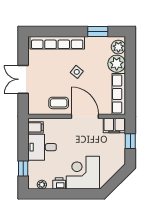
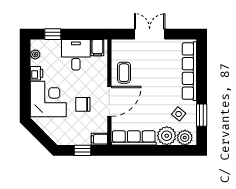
side table: (77, 72) -> (179, 114), moved
filing cabinet: (114, 126) -> (99, 139), width x0.50
chair: (88, 141) -> (83, 104), added

